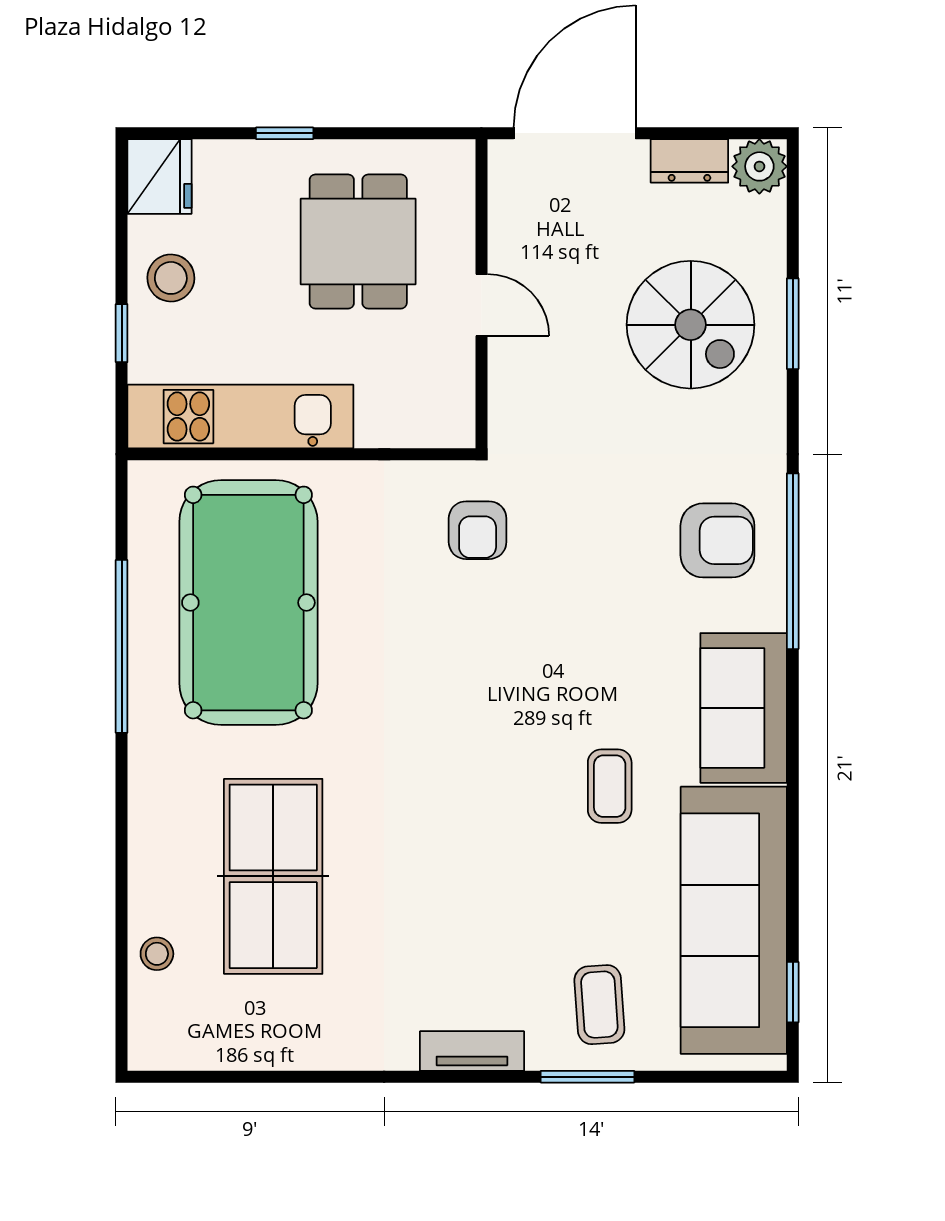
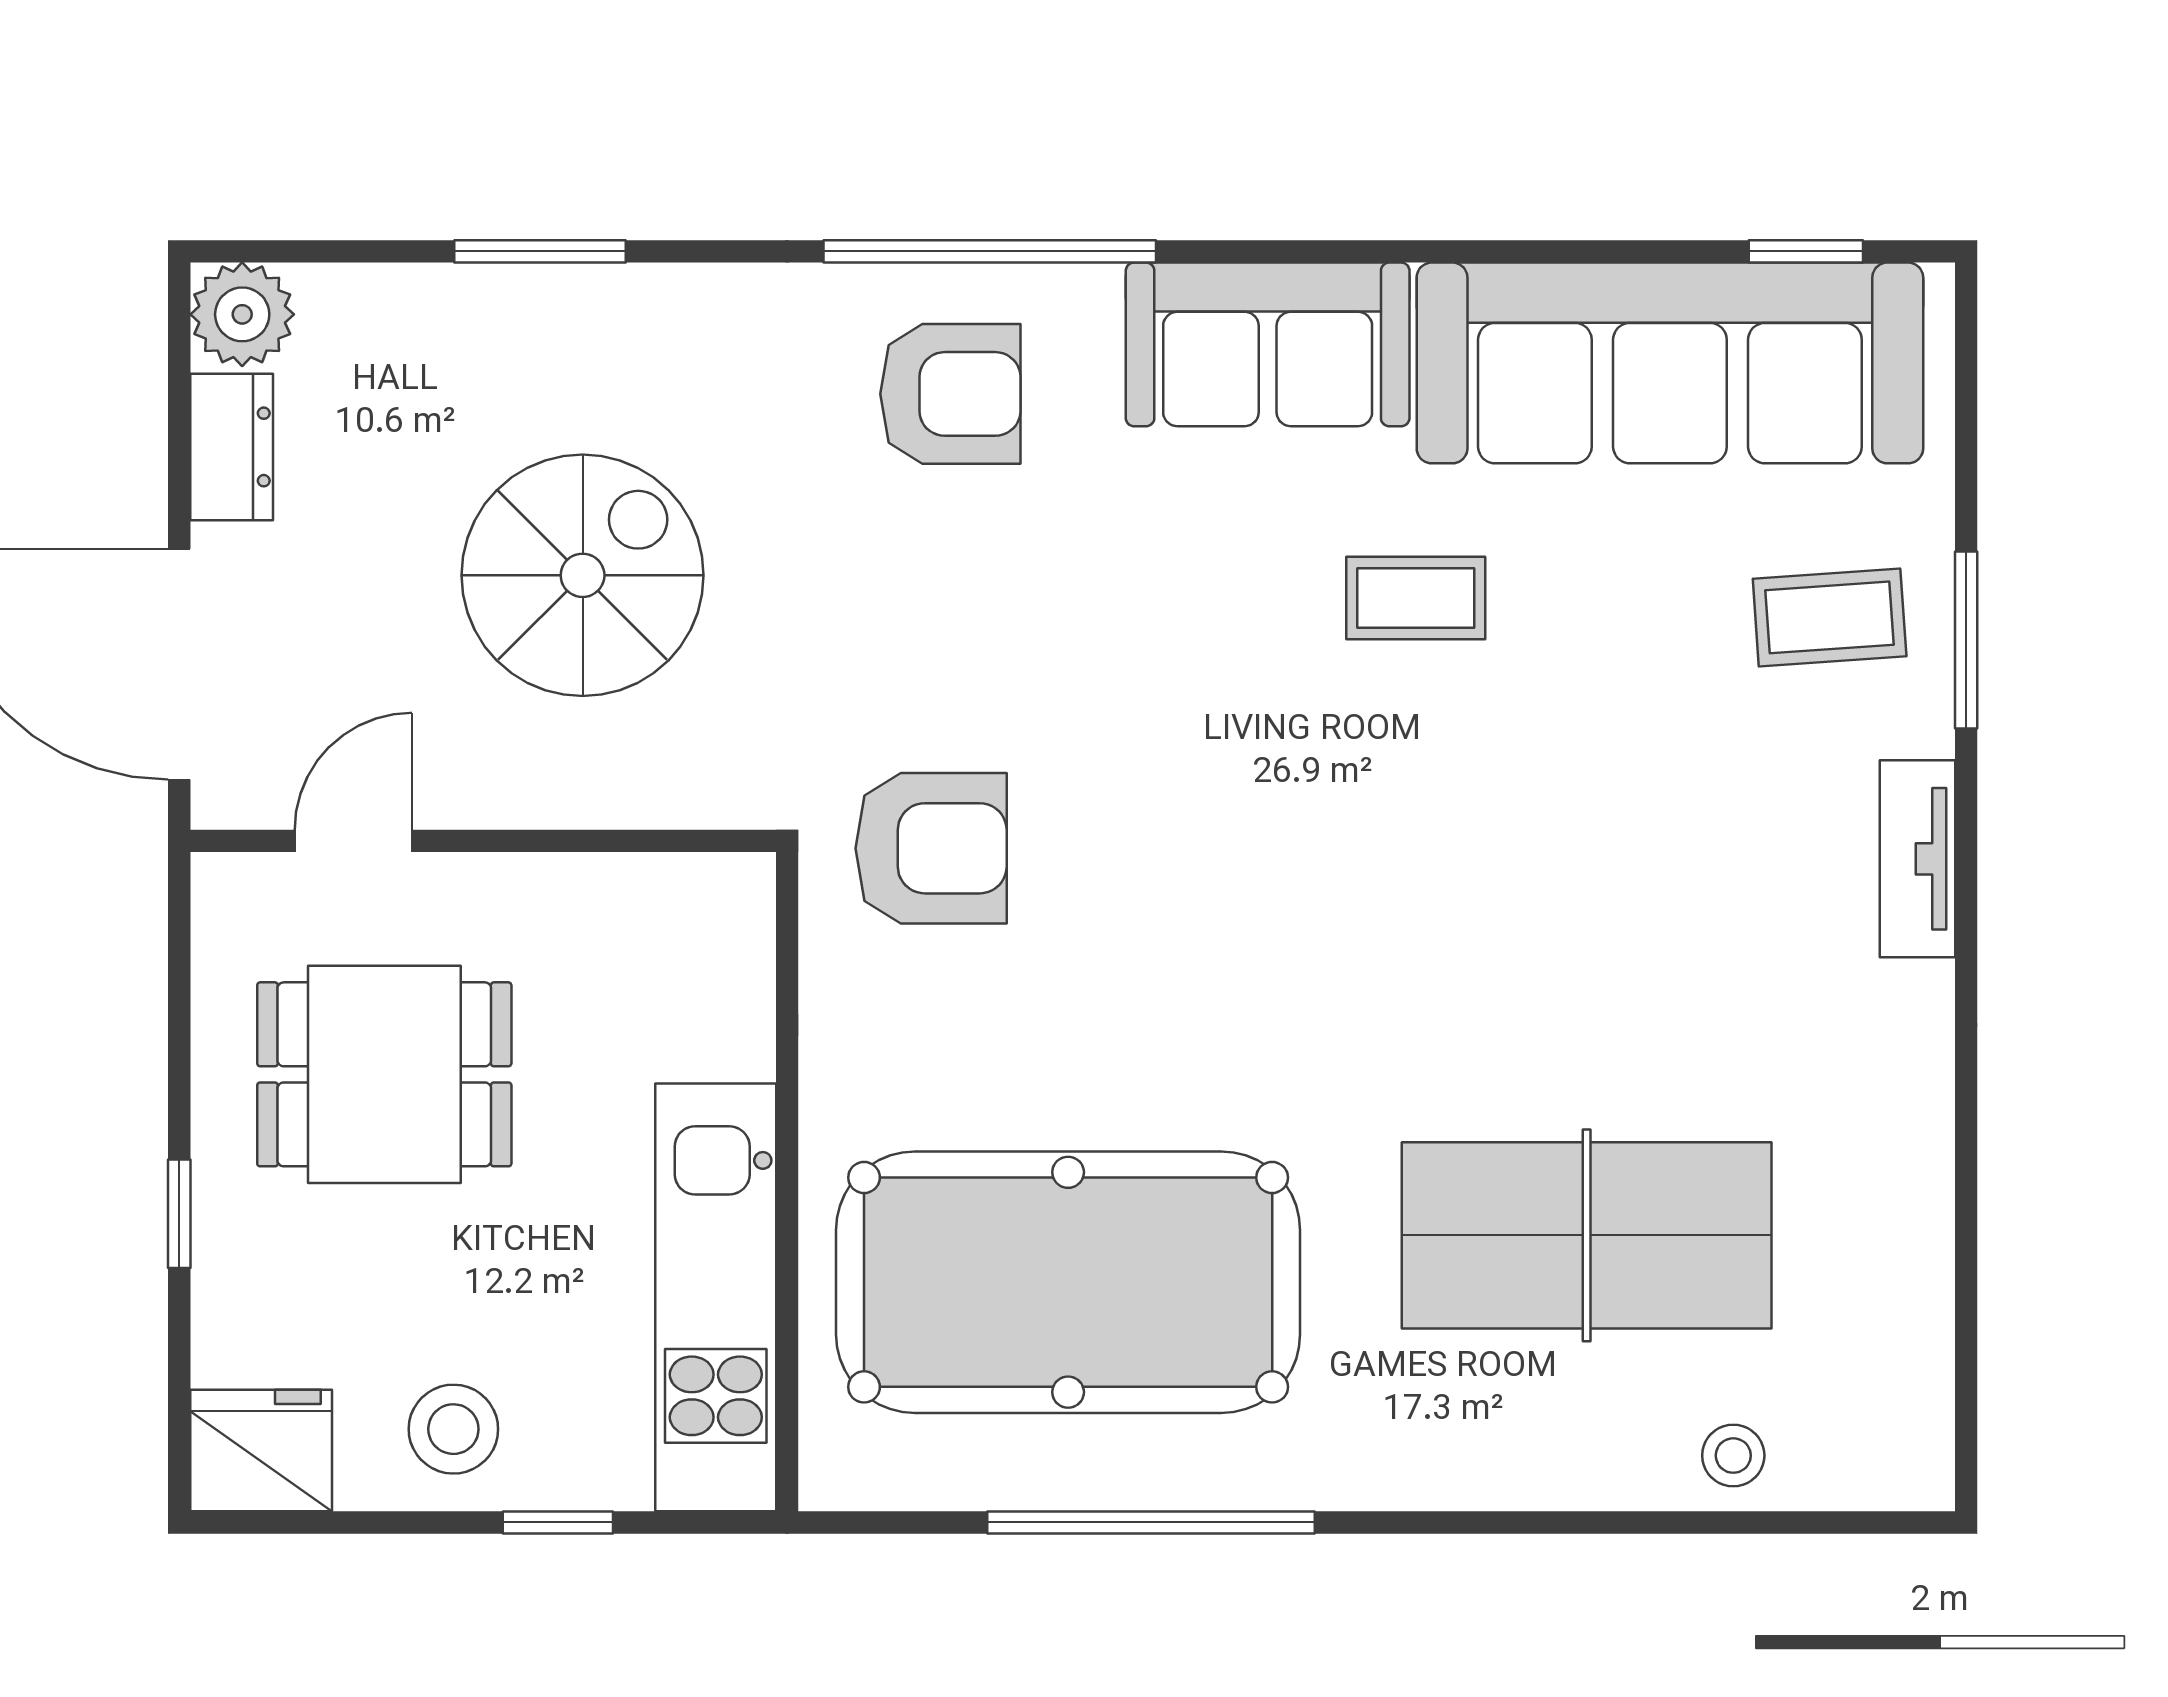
door: (481, 305) -> (353, 841), moved
spiral stairs: (691, 325) -> (583, 575), moved
armchair: (478, 530) -> (931, 848), width x1.38, depth x1.38
armchair: (717, 540) -> (950, 394), turned 90

